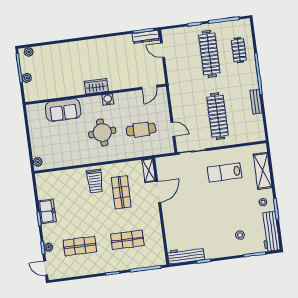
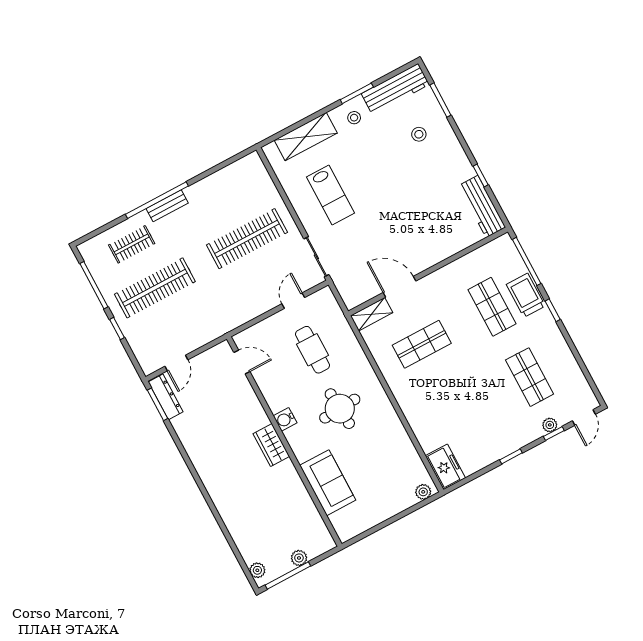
bench: (256, 102) -> (167, 206), moved
trolley: (95, 181) -> (526, 295), moved, turned -90
freezer: (47, 211) -> (445, 467), moved, turned 90

